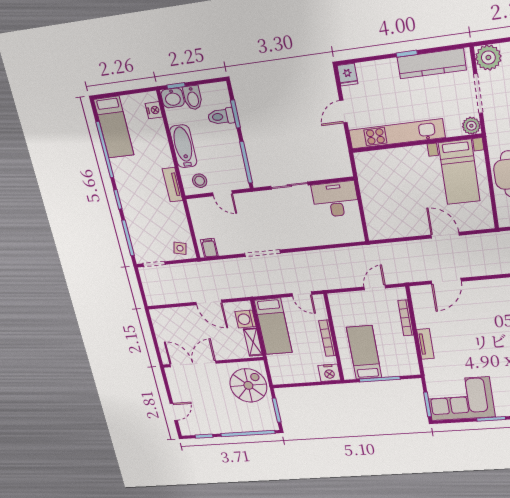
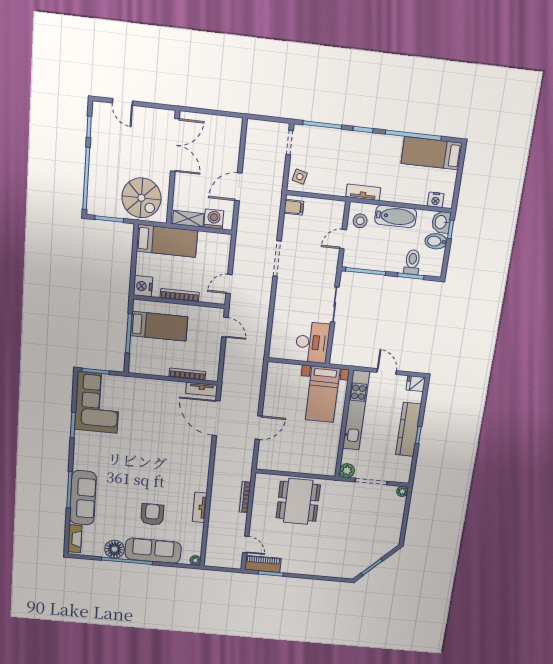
plant: (488, 58) -> (402, 491), width x0.53, depth x0.53
kitchen counter: (432, 64) -> (408, 429), moved
bed with nightstands: (459, 172) -> (323, 394), moved, turned -90
door: (446, 281) -> (216, 418), width x1.36
door: (375, 287) -> (225, 327), moved
bed: (273, 326) -> (167, 241), moved, turned 180
tv unit: (425, 344) -> (202, 389), moved

